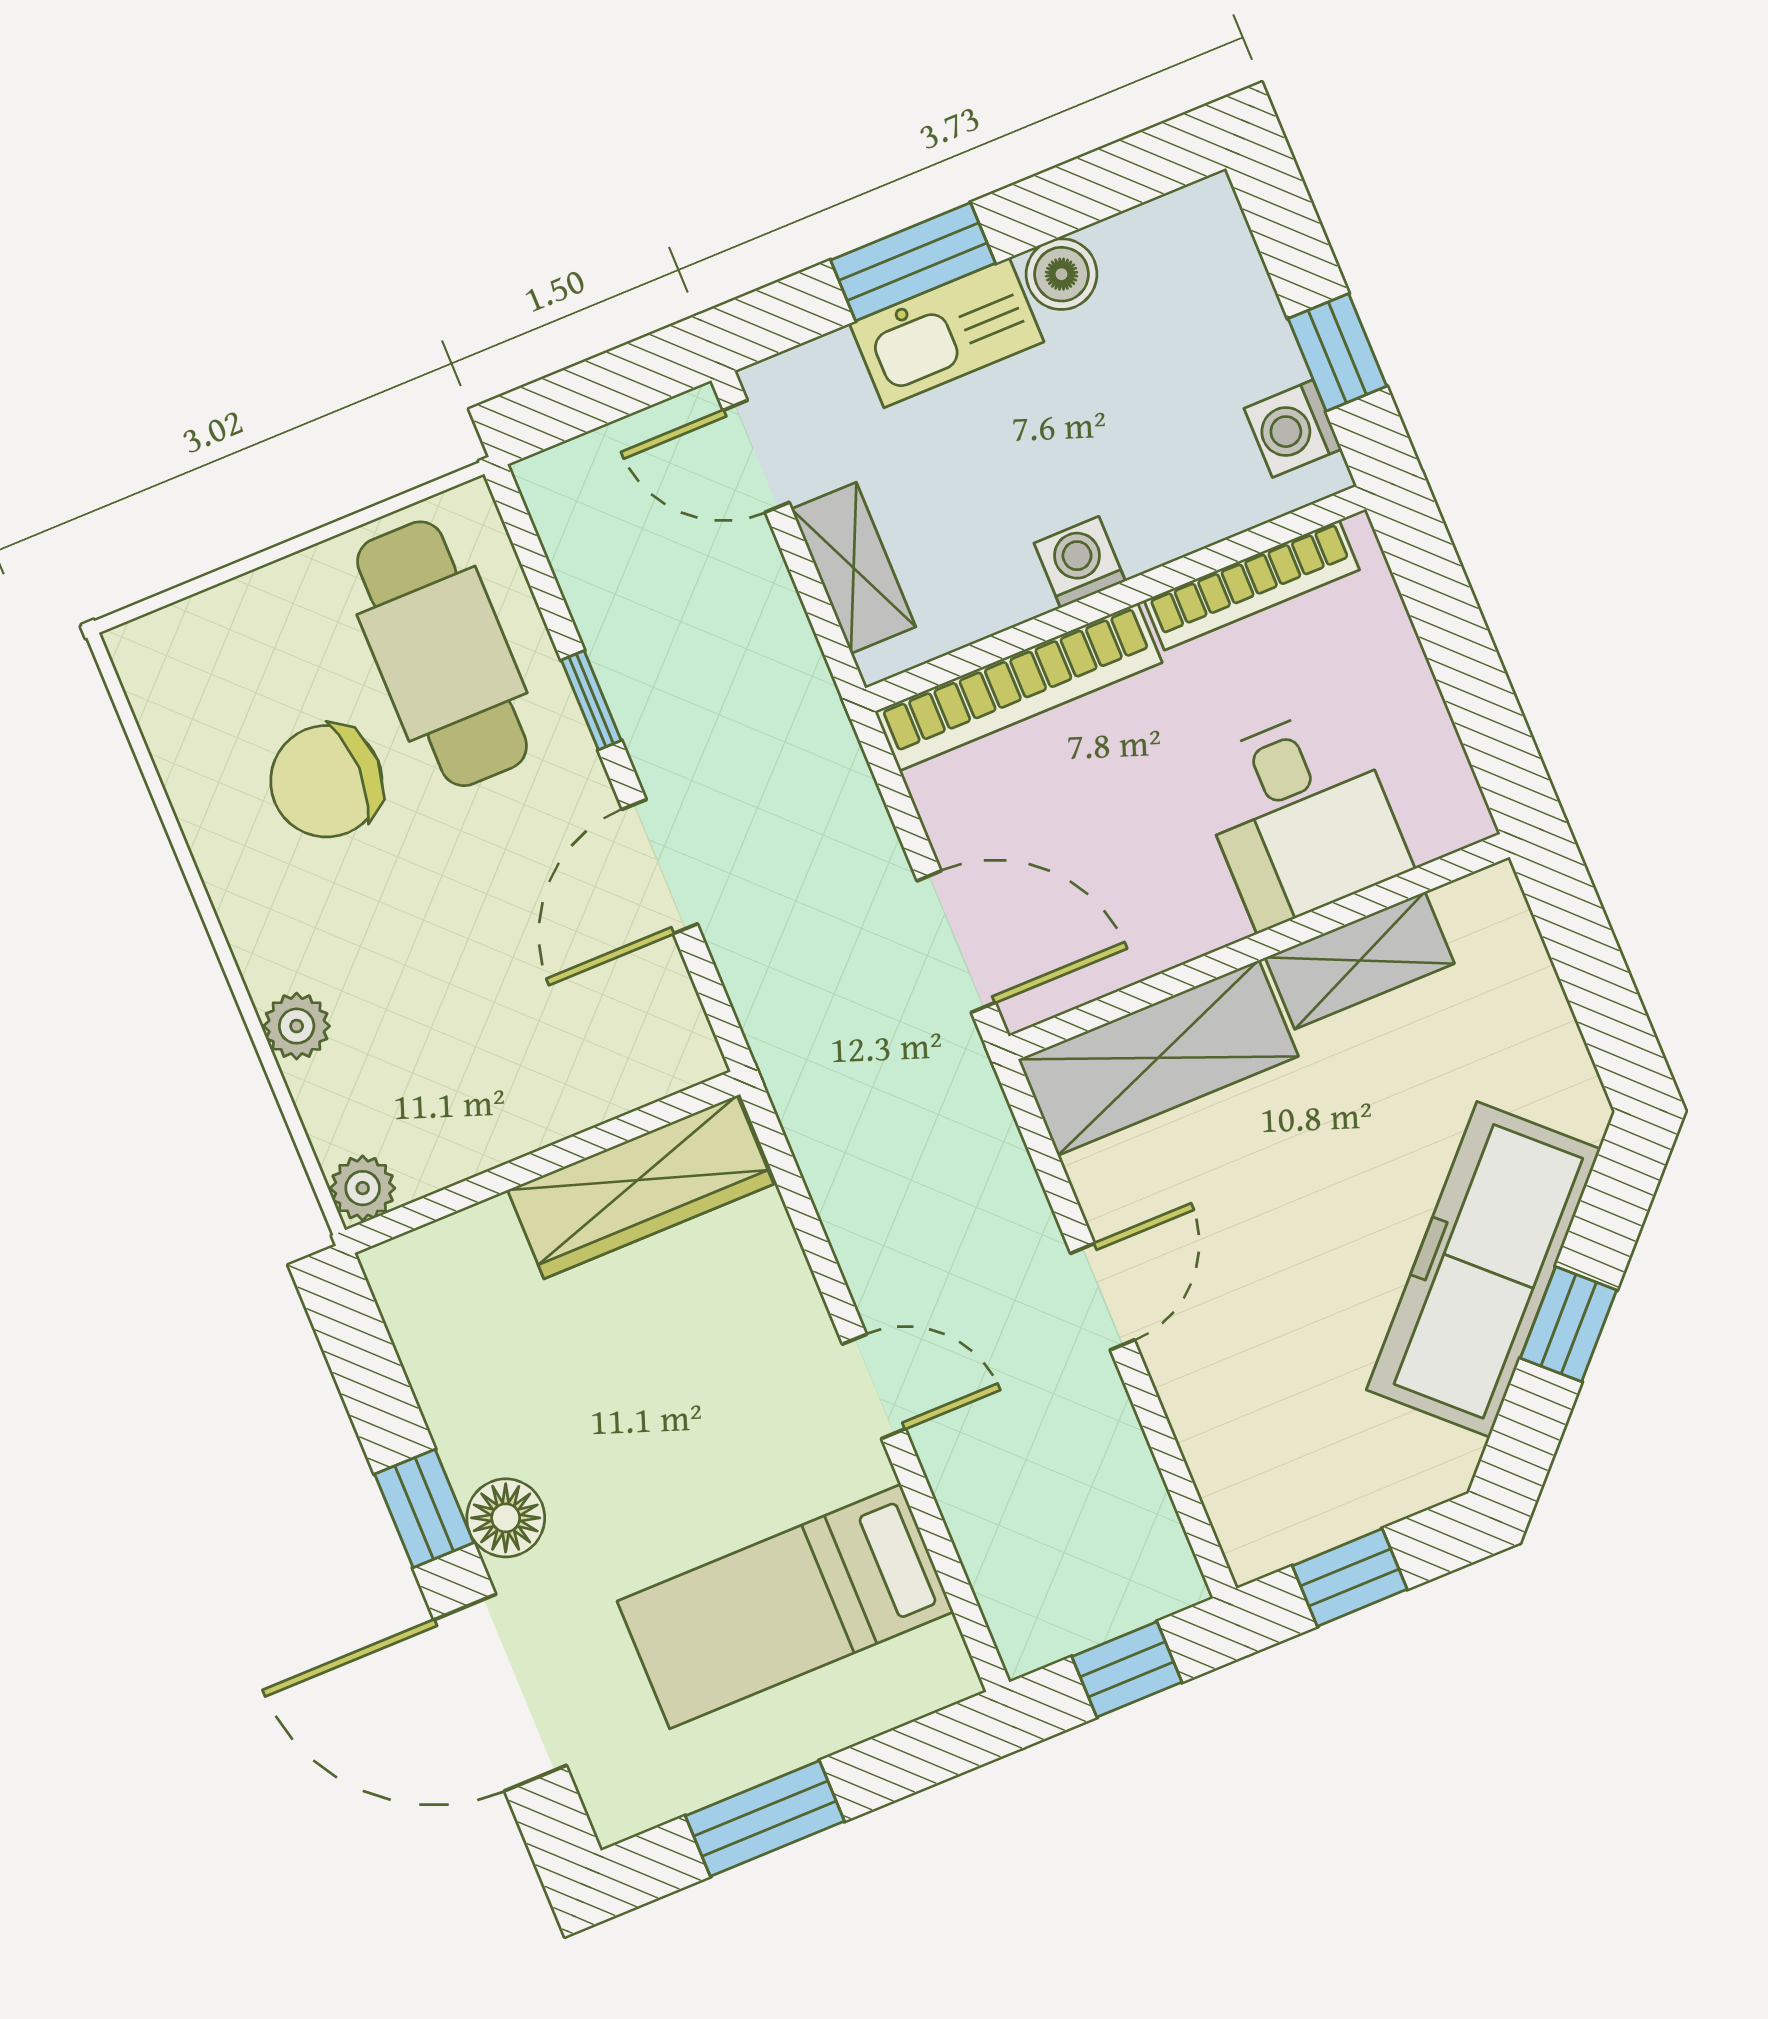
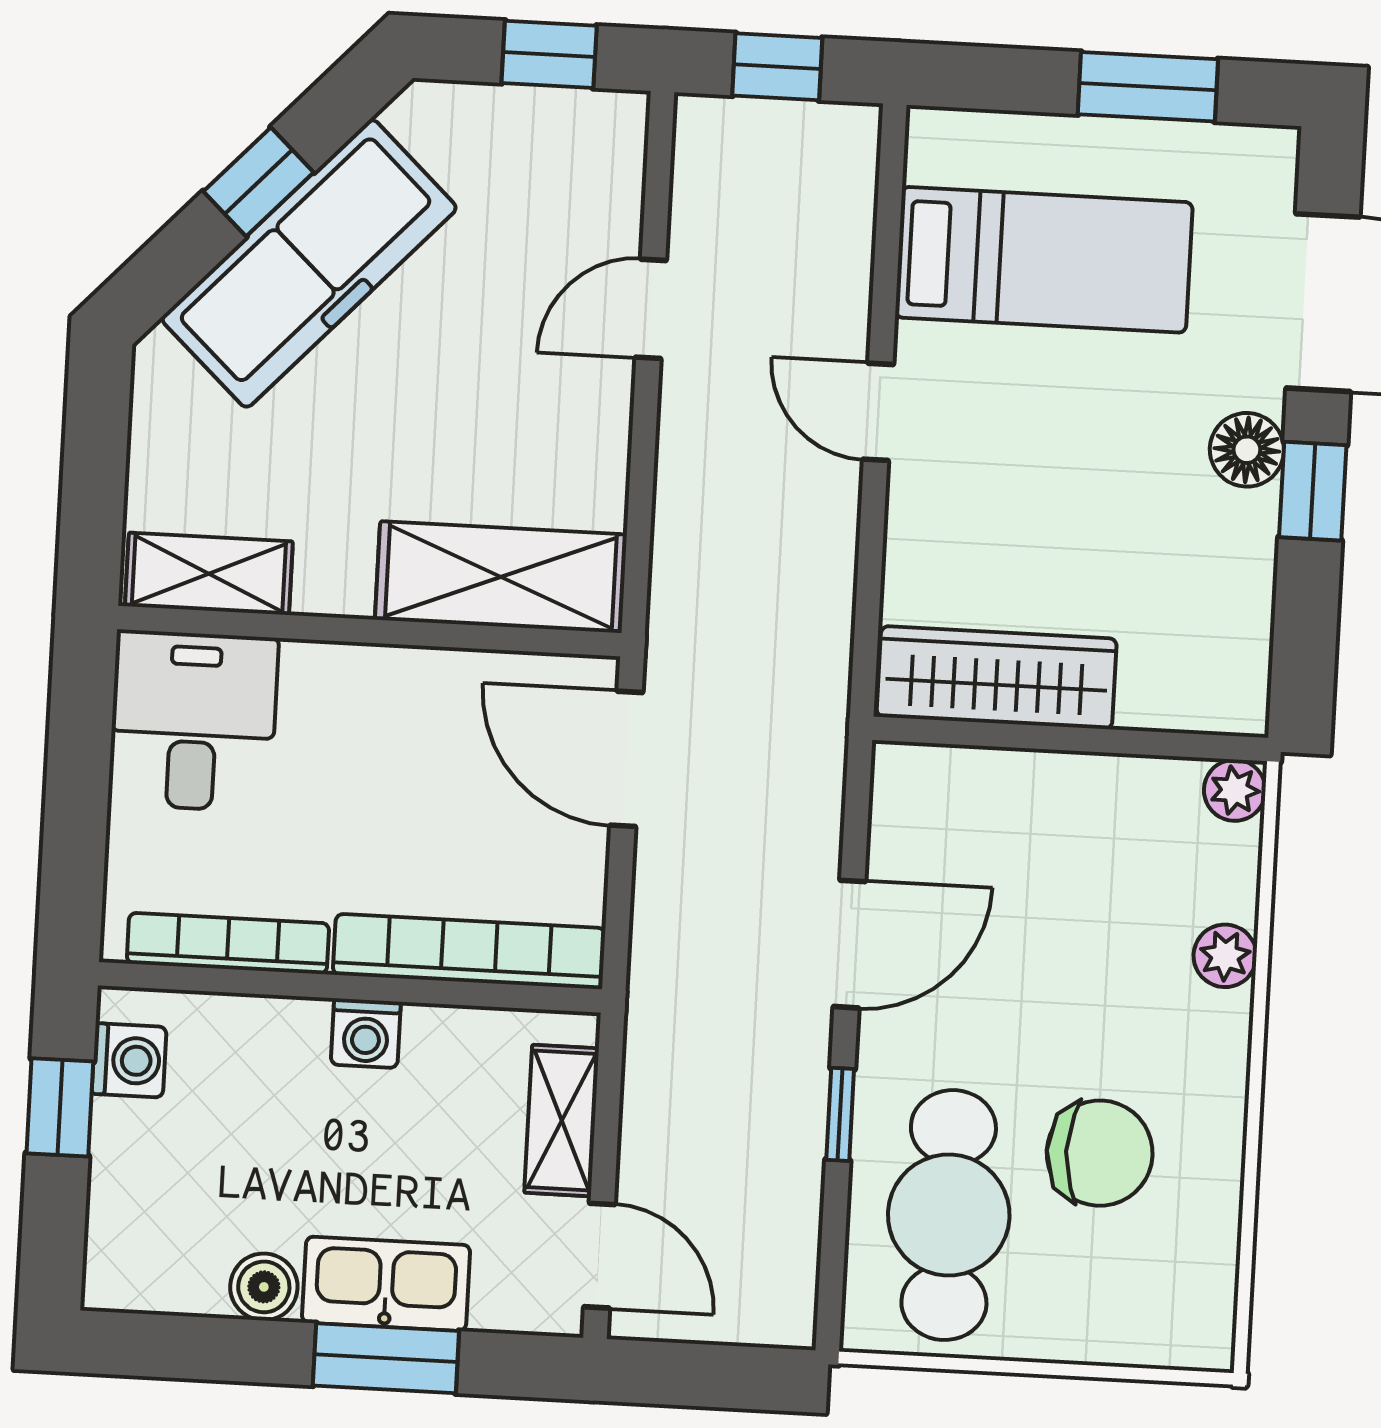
desk: (1301, 816) -> (193, 721), moved
shelving: (1360, 961) -> (209, 574), moved
door: (1102, 1297) -> (651, 309), moved

